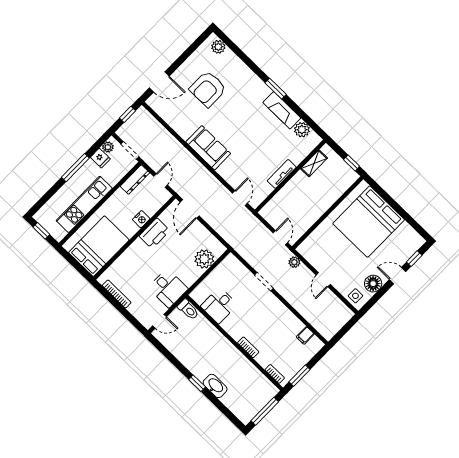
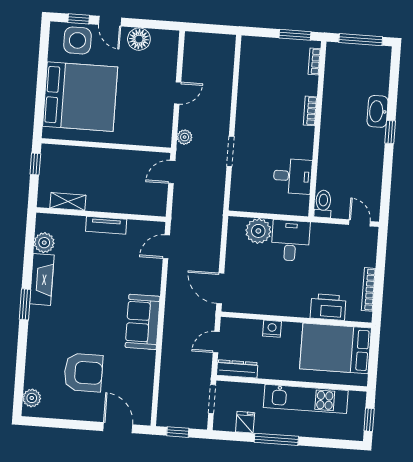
plant: (108, 147) -> (227, 424), removed
door: (190, 209) -> (220, 288), swing flipped
printer: (154, 233) -> (328, 307), moved
desk: (168, 288) -> (290, 241), moved
side table: (355, 296) -> (77, 40), moved, width x1.87, depth x1.87
filing cabinet: (305, 335) -> (249, 63), removed

